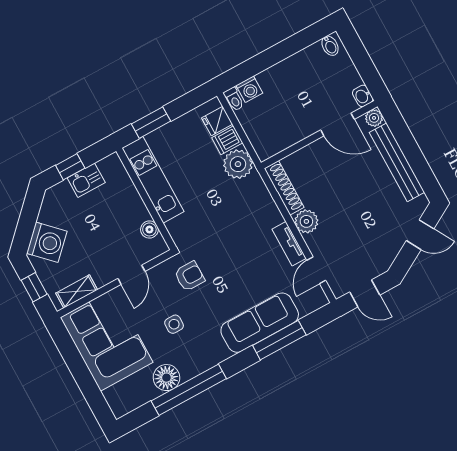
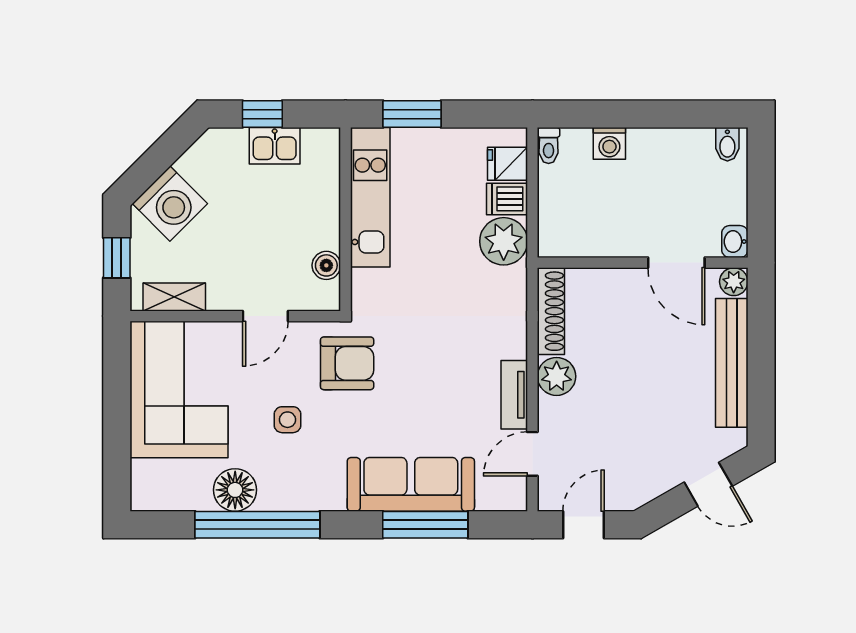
washing machine: (249, 89) -> (609, 143), moved
armchair: (190, 276) -> (347, 363), width x1.38, depth x1.38
door: (365, 293) -> (583, 525), swing flipped

